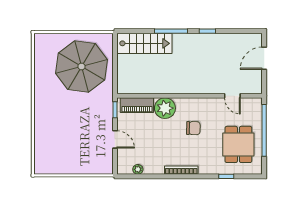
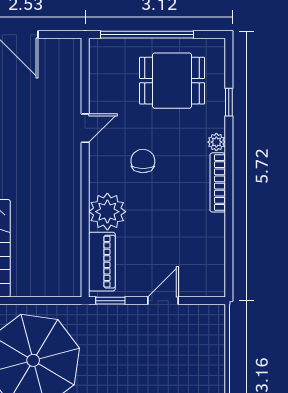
door: (232, 96) -> (85, 128), moved
plant: (138, 169) -> (216, 142), moved

